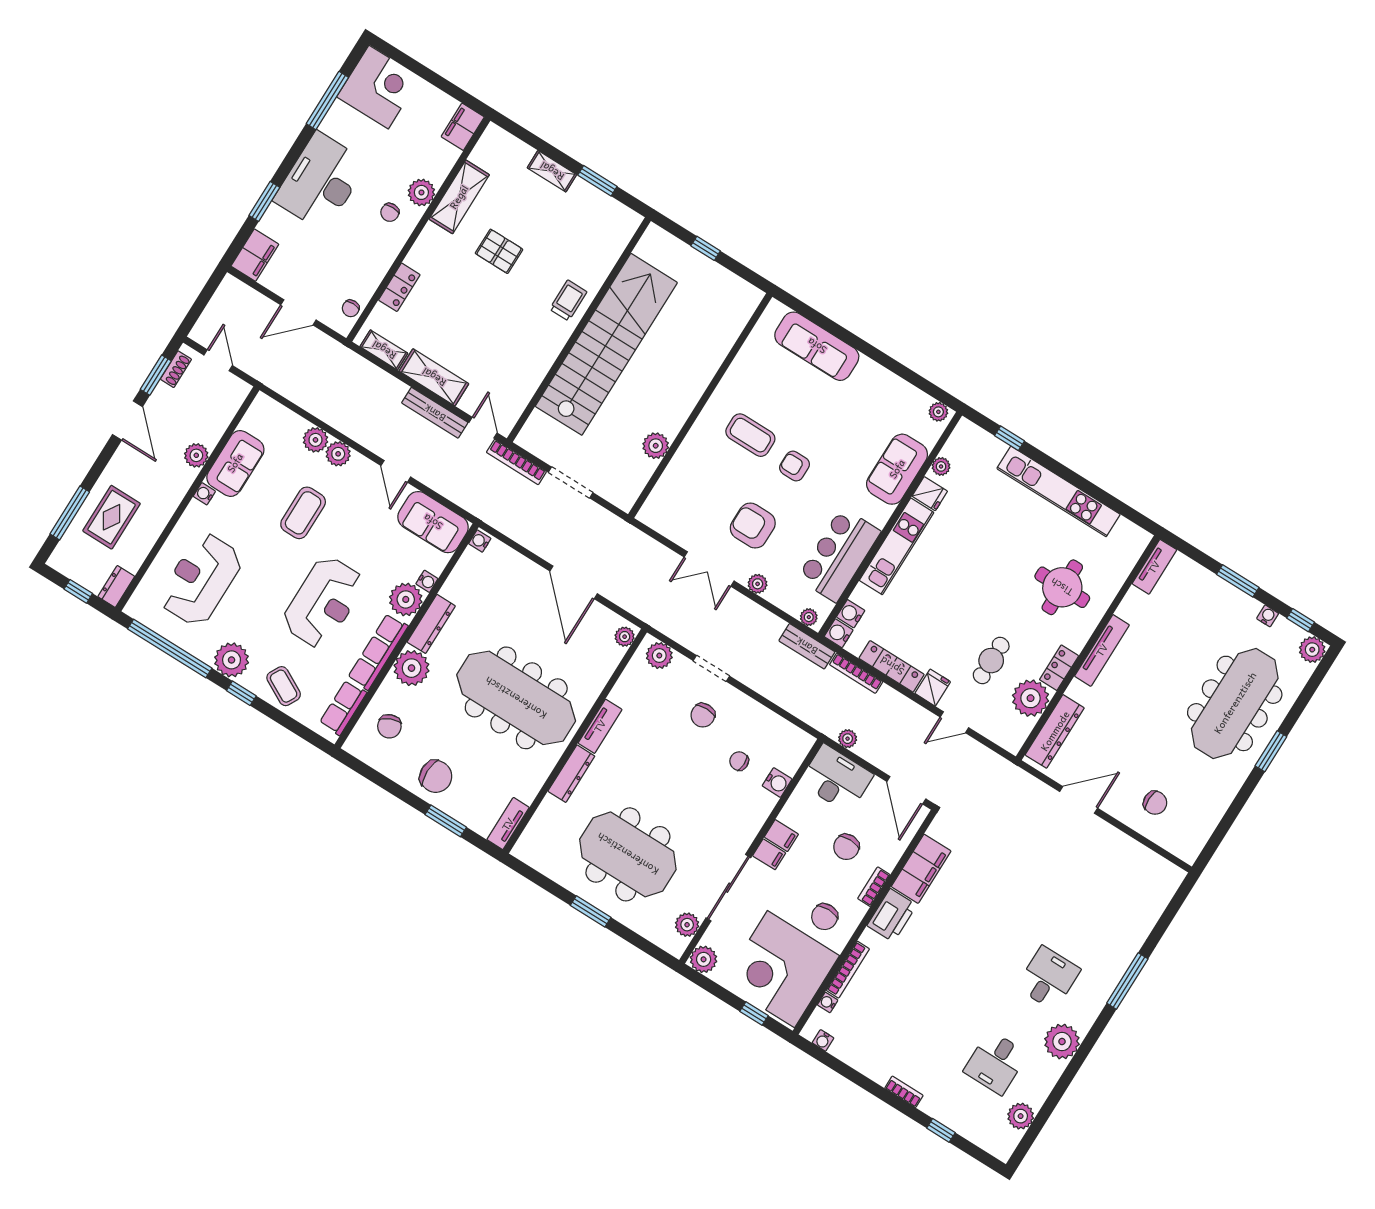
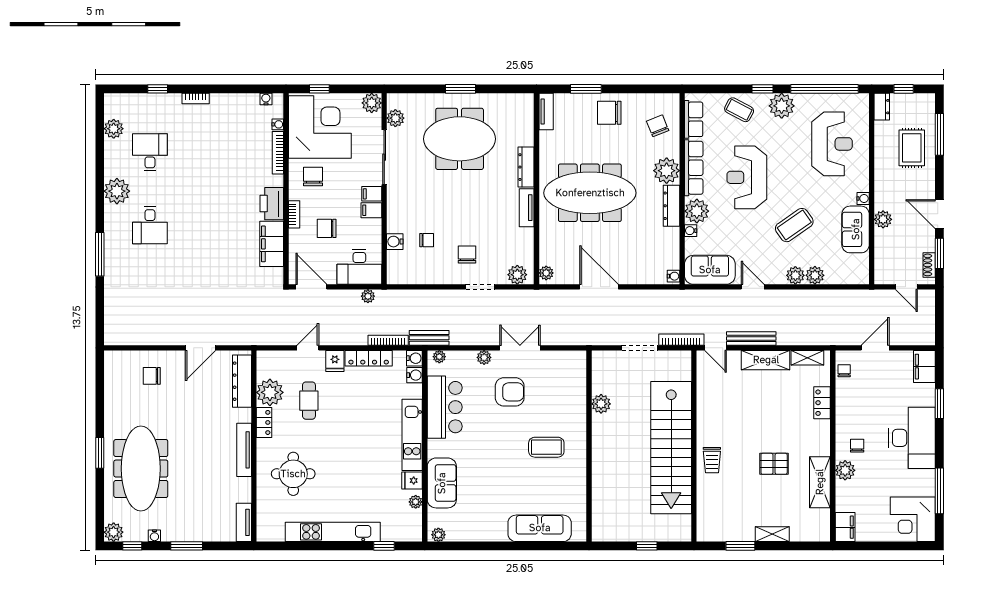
armchair: (795, 466) -> (507, 445), removed
coffee table: (303, 513) -> (794, 225), turned 55
chair: (846, 847) -> (327, 228), turned -90

